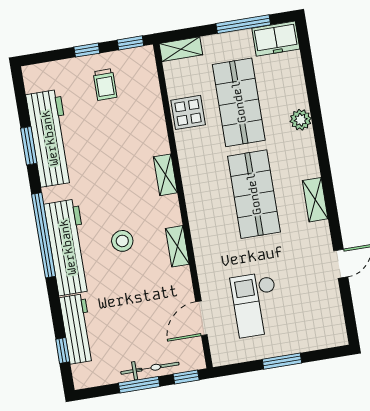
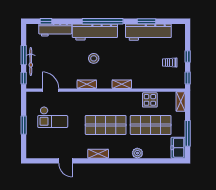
checkout: (256, 305) -> (53, 117), turned 180

